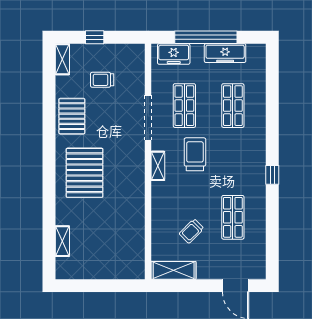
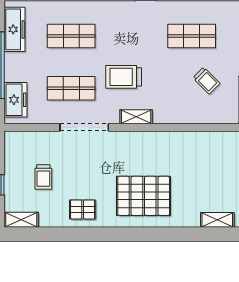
freezer: (225, 53) -> (15, 29), moved
pallet: (72, 116) -> (83, 210), width x0.67, depth x0.71

